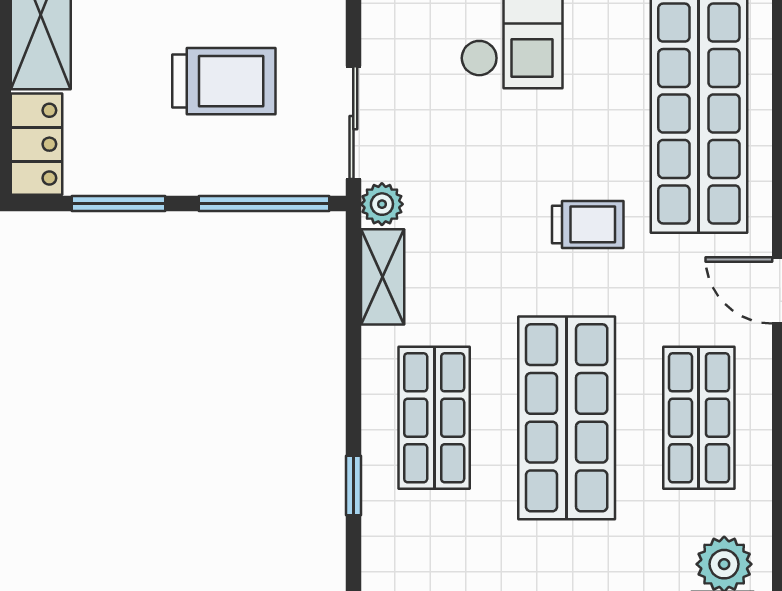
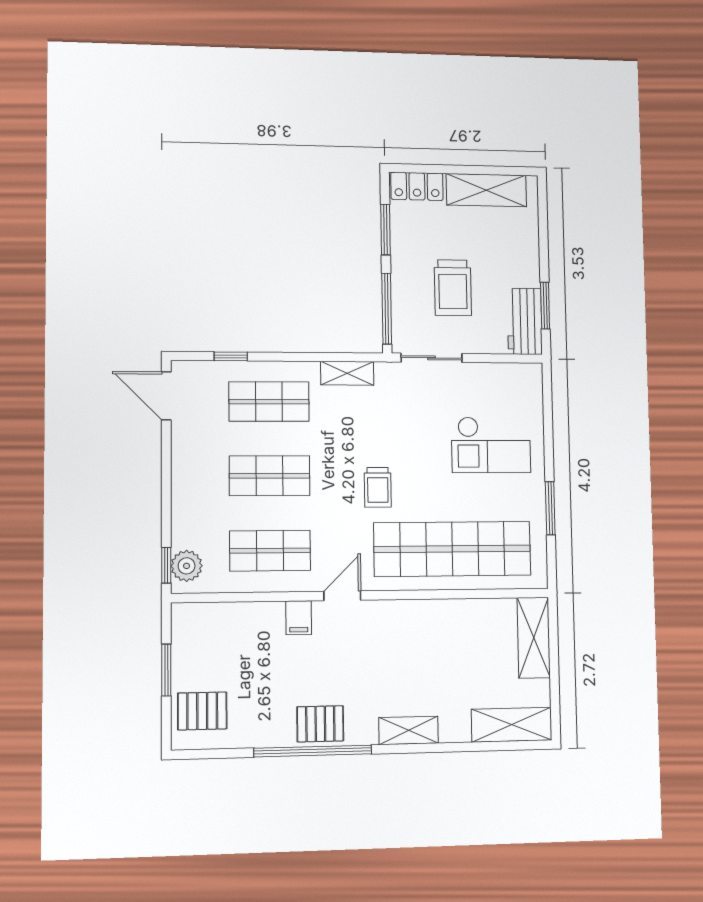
plant: (382, 204) -> (387, 373), removed
shop shelf: (567, 418) -> (270, 476), width x0.70, depth x0.74

